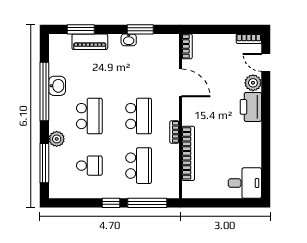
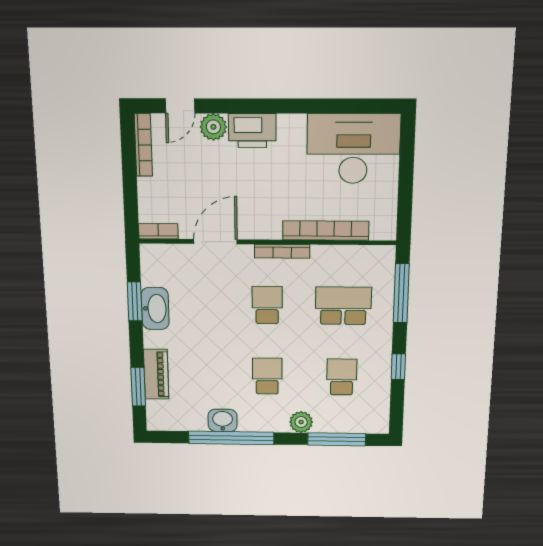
bookcase: (249, 39) -> (143, 145), width x1.56
washbasin: (129, 40) -> (155, 308), width x1.91, depth x1.45
school desk: (89, 116) -> (267, 376), width x0.54
school desk: (139, 116) -> (267, 305), width x0.54
bookcase: (174, 132) -> (282, 251), width x1.56
desk: (245, 183) -> (353, 149), width x1.87, depth x1.30
window: (111, 203) -> (398, 367), moved

